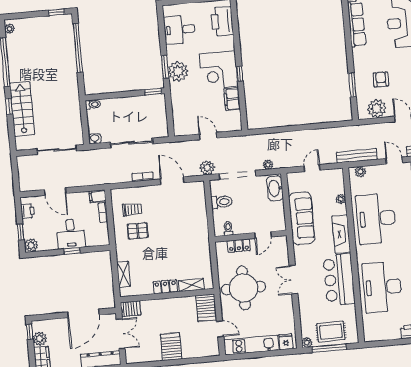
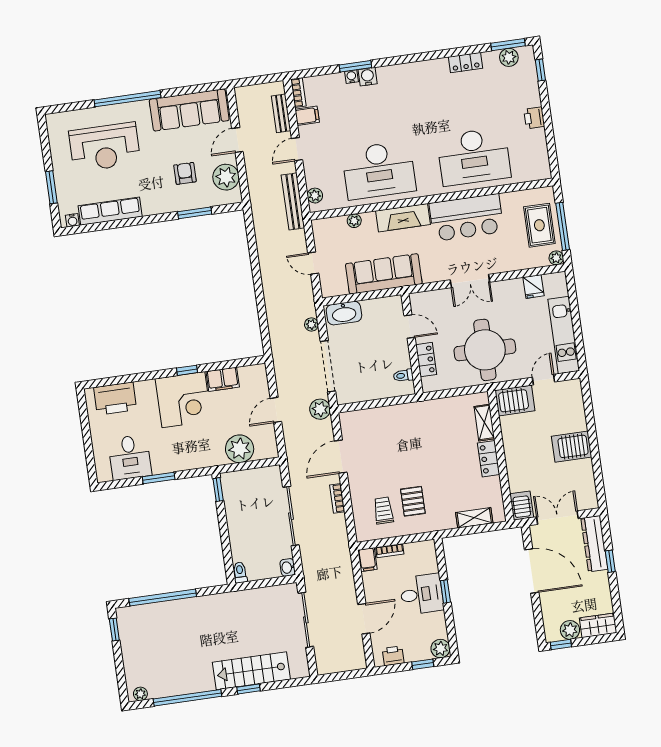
window: (165, 67) -> (159, 478), moved
plant: (178, 71) -> (240, 449), moved
armchair: (381, 79) -> (185, 173), turned 90
toilet: (222, 202) -> (367, 387), removed
fridge: (286, 342) -> (533, 287), moved, turned -90

